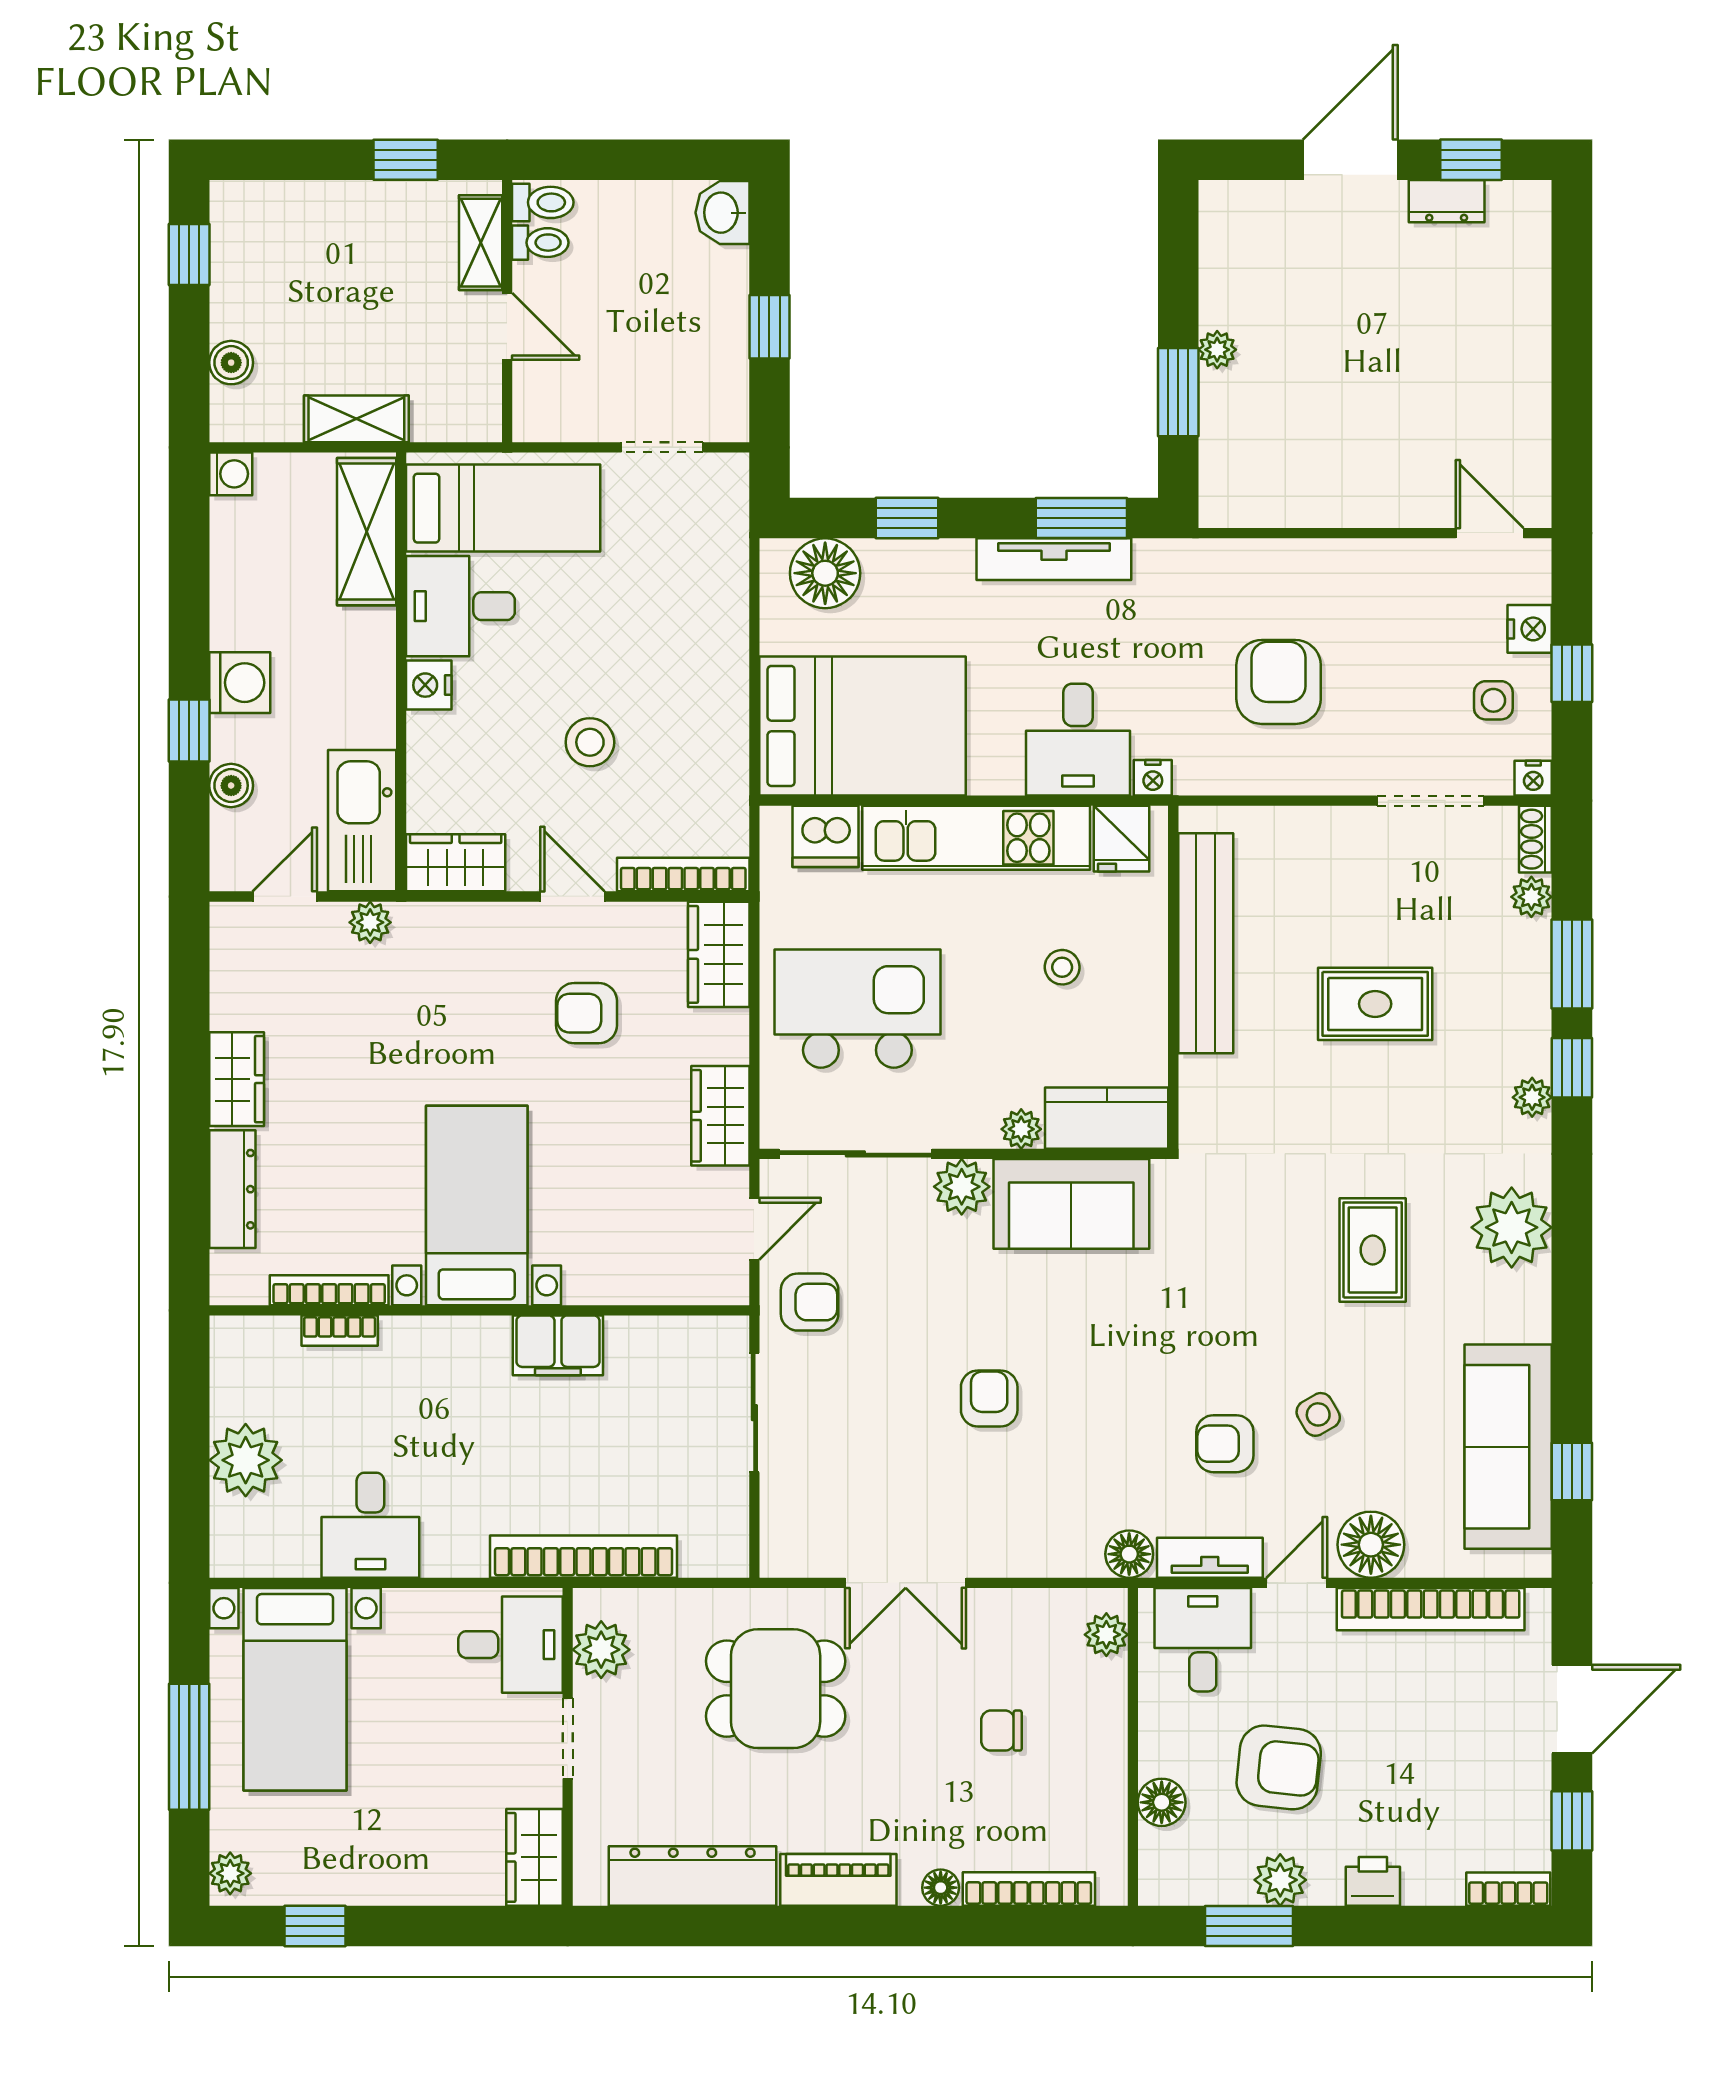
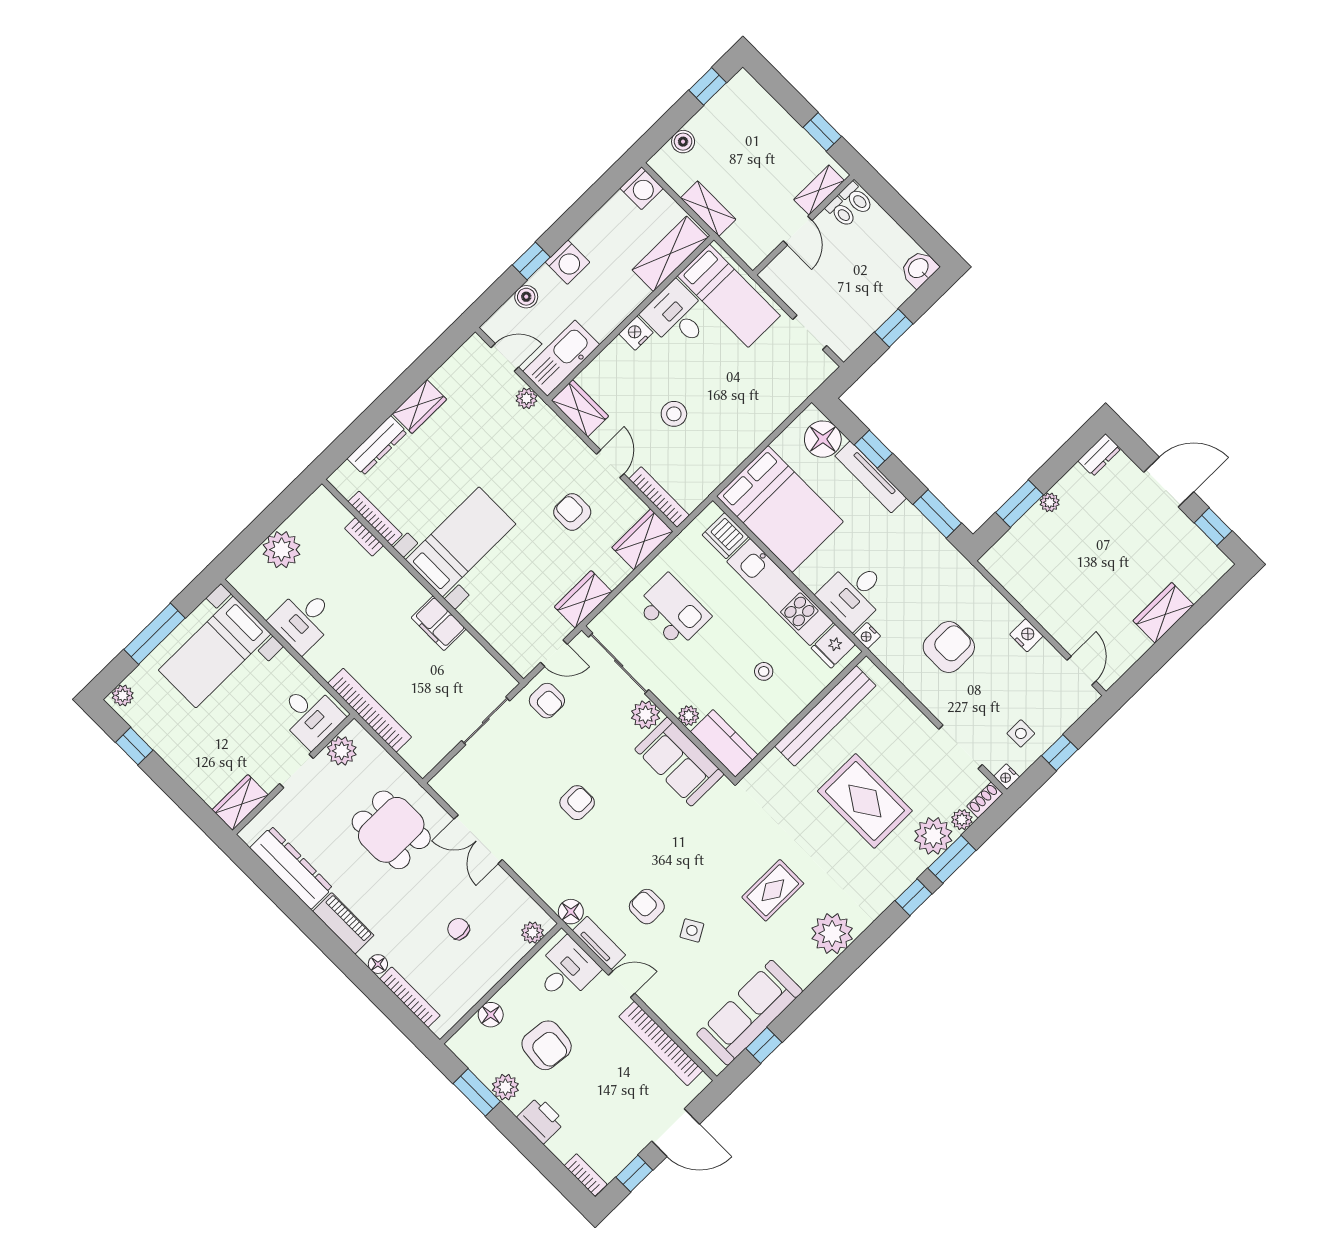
dresser: (1447, 201) -> (1099, 455), moved, turned -90
wardrobe: (1521, 343) -> (1163, 613), added
washing machine: (231, 474) -> (642, 188), width x1.38, depth x1.38
tv unit: (1054, 559) -> (871, 477), moved
nightstand: (1530, 629) -> (1026, 635), moved, turned -90
rug: (1375, 1004) -> (865, 801), width x1.36, depth x1.43
kitchen island: (857, 1009) -> (673, 611), width x0.73, depth x0.78
plant: (1532, 1097) -> (933, 836), moved, width x1.88, depth x1.88
floor lamp: (1371, 1545) -> (663, 998), removed
printer: (1373, 1881) -> (541, 1120), width x1.36, depth x1.24

